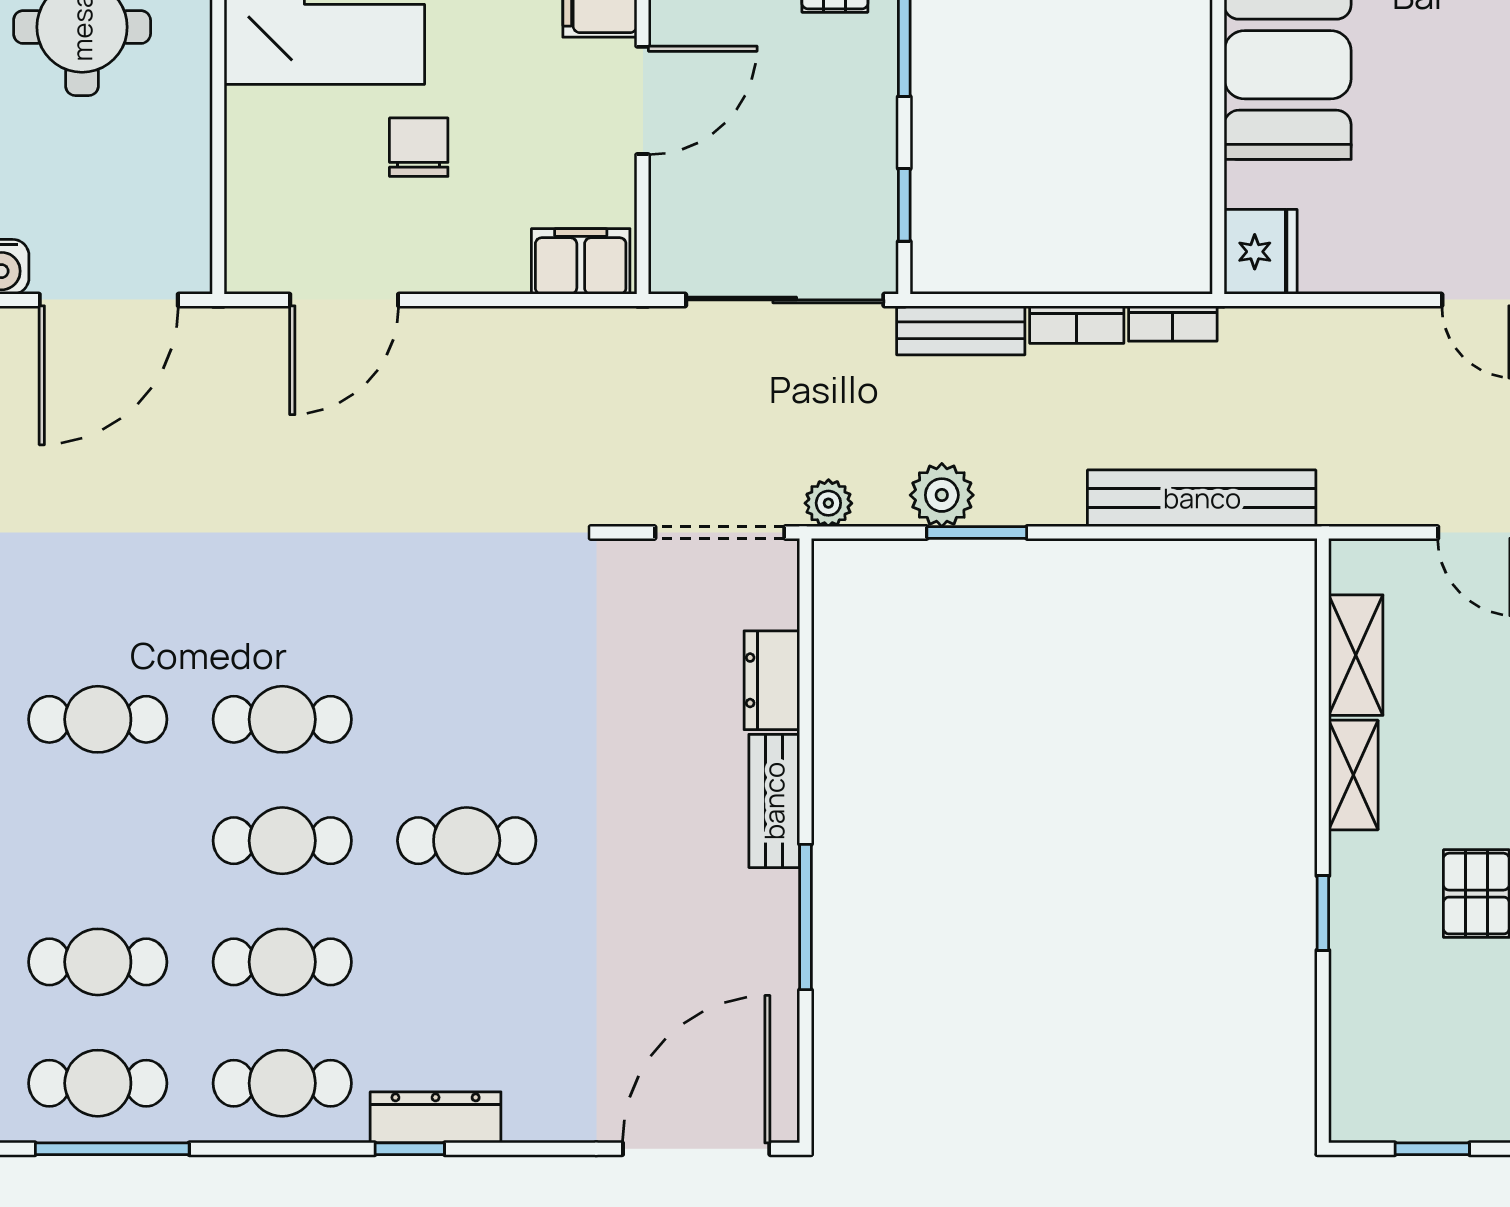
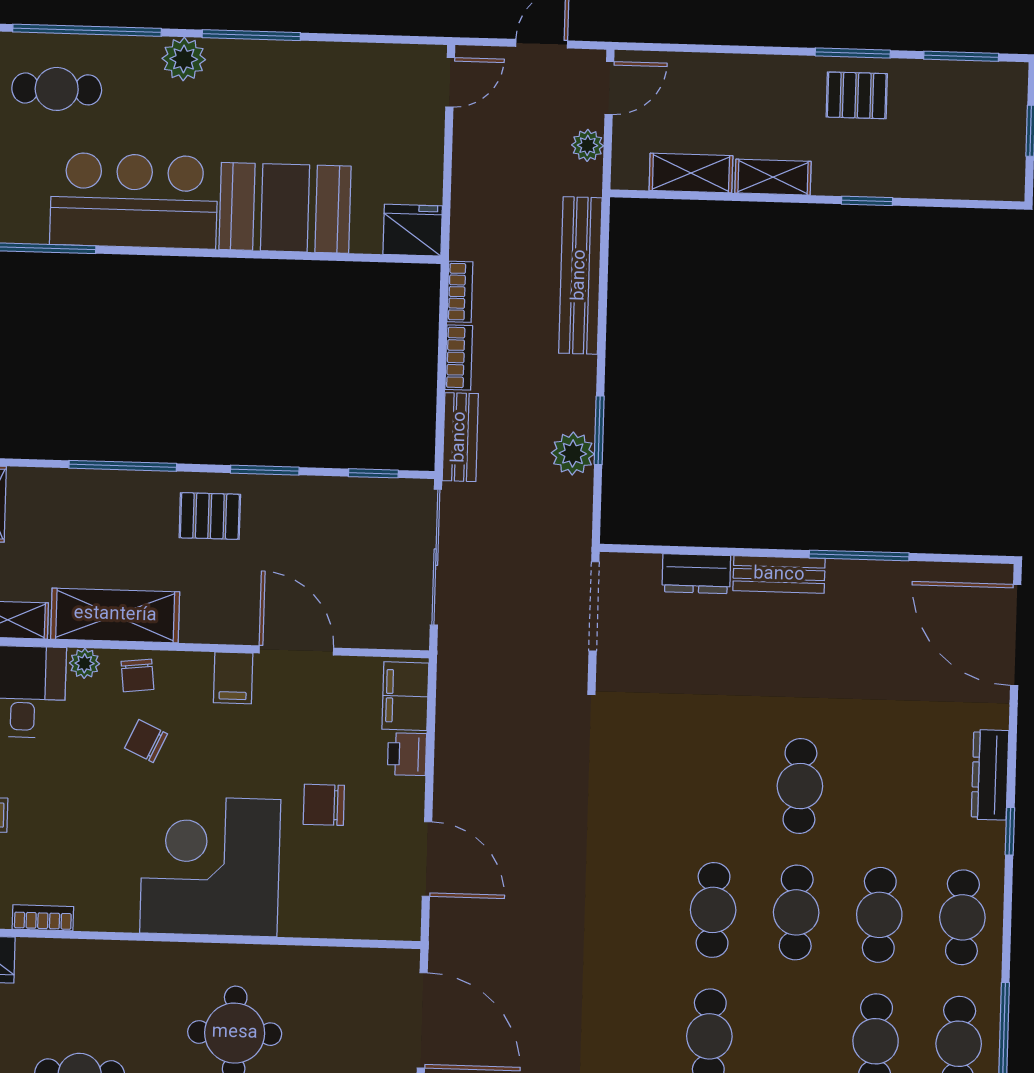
printer: (496, 266) -> (407, 754), added
plant: (828, 503) -> (588, 145), moved
dresser: (436, 1117) -> (990, 775), moved

